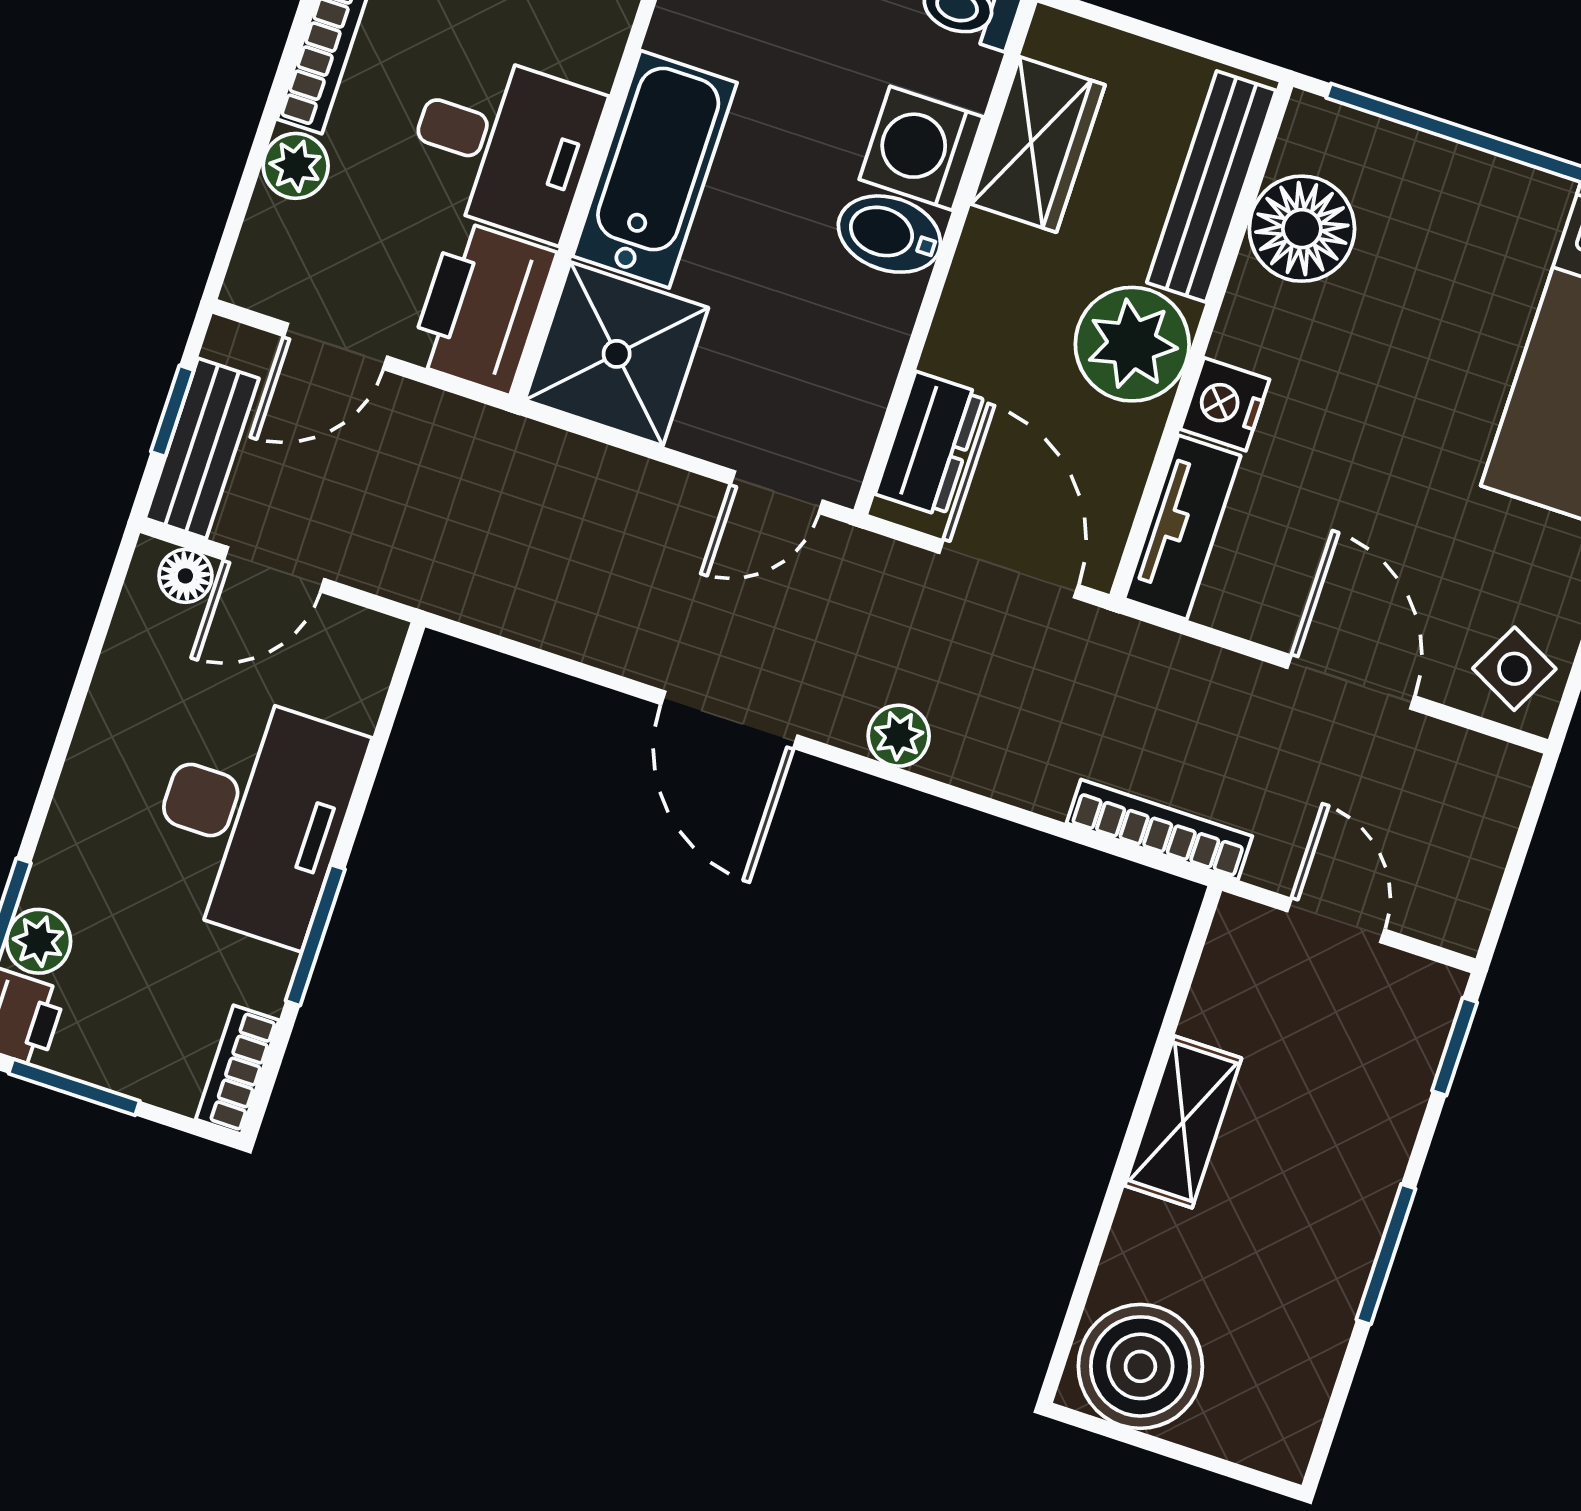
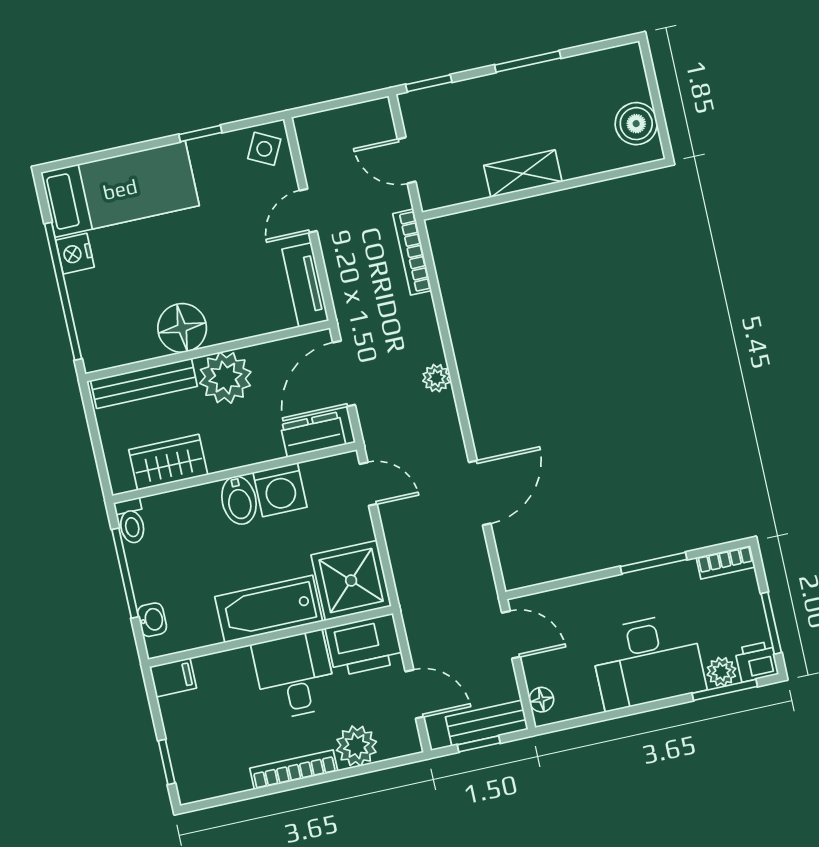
washing machine: (921, 148) -> (280, 490), moved
plant: (296, 166) -> (356, 746), width x1.38, depth x1.38
floor lamp: (1302, 229) -> (182, 328), moved
nightstand: (1225, 404) -> (75, 254), moved, turned 90
tv unit: (1182, 527) -> (305, 285), moved, turned -90
door: (274, 569) -> (511, 635), moved
door: (1351, 682) -> (308, 211), width x0.73
door: (729, 720) -> (480, 493), moved
desk: (253, 817) -> (648, 661), moved, turned 180
door: (1336, 920) -> (407, 160), hinge flipped
boiler: (1140, 1366) -> (636, 124), width x0.73, depth x0.73

